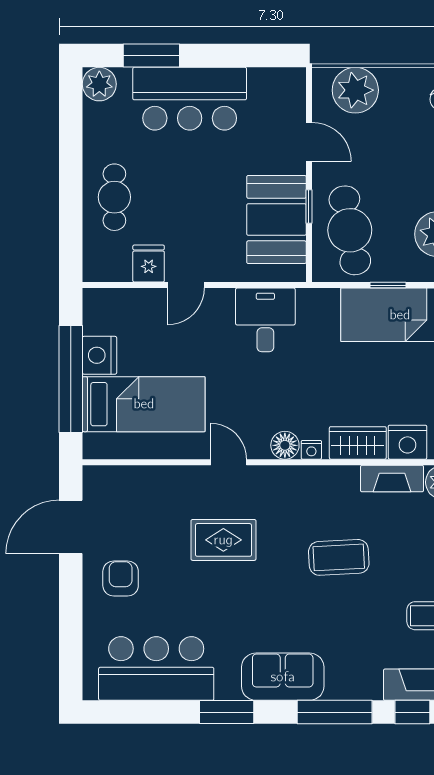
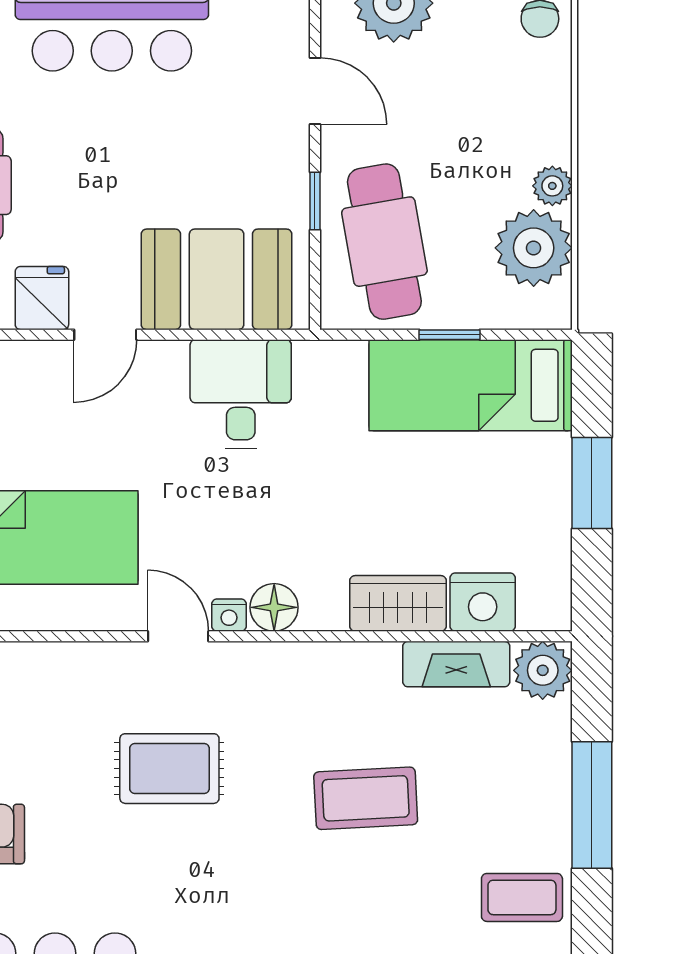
booth: (276, 220) -> (217, 279), moved, turned 90
nightstand: (311, 450) -> (229, 615), moved

